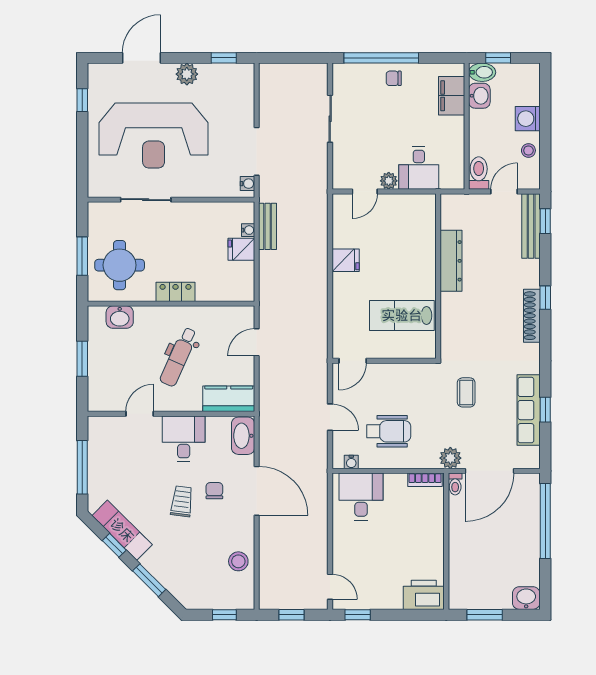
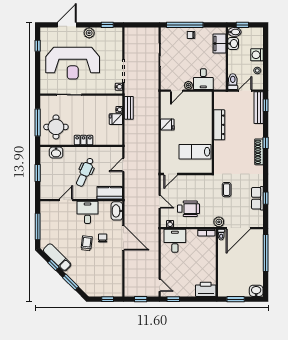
window: (82, 256) -> (38, 122), width x1.44
row of seats: (529, 410) -> (257, 198), width x0.68
stool: (238, 561) -> (114, 273), removed

